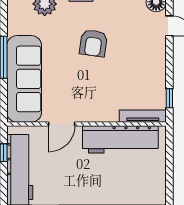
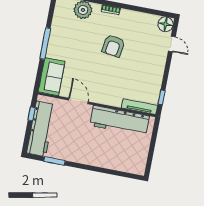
sofa: (24, 79) -> (52, 77), width x0.54, depth x0.79
door: (62, 124) -> (78, 101), swing flipped

